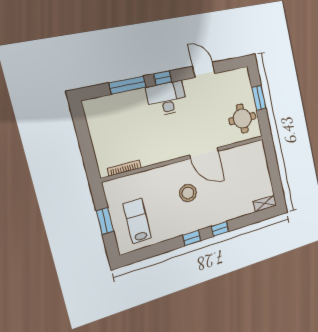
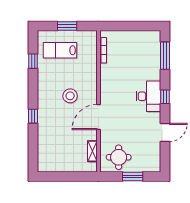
window: (128, 85) -> (165, 56), moved
shelving: (265, 204) -> (92, 151), moved
lab bench: (137, 221) -> (60, 50), turned 180
window: (192, 238) -> (33, 61), moved

